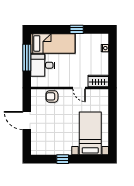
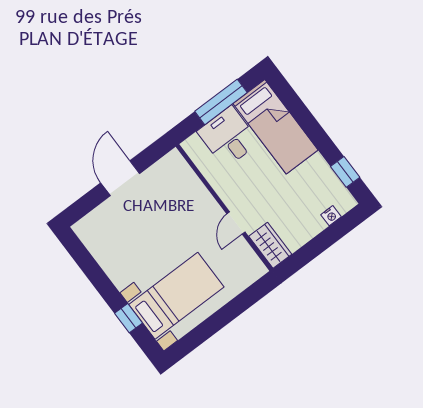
window: (77, 29) -> (345, 172), moved
armchair: (52, 96) -> (189, 190), removed
window: (63, 159) -> (128, 318), moved

